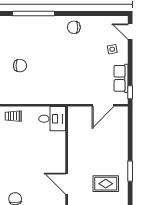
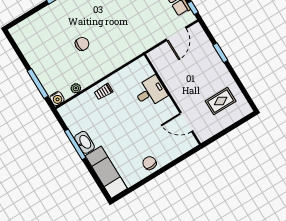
desk: (52, 119) -> (150, 92), moved
window: (130, 171) -> (220, 53), moved

